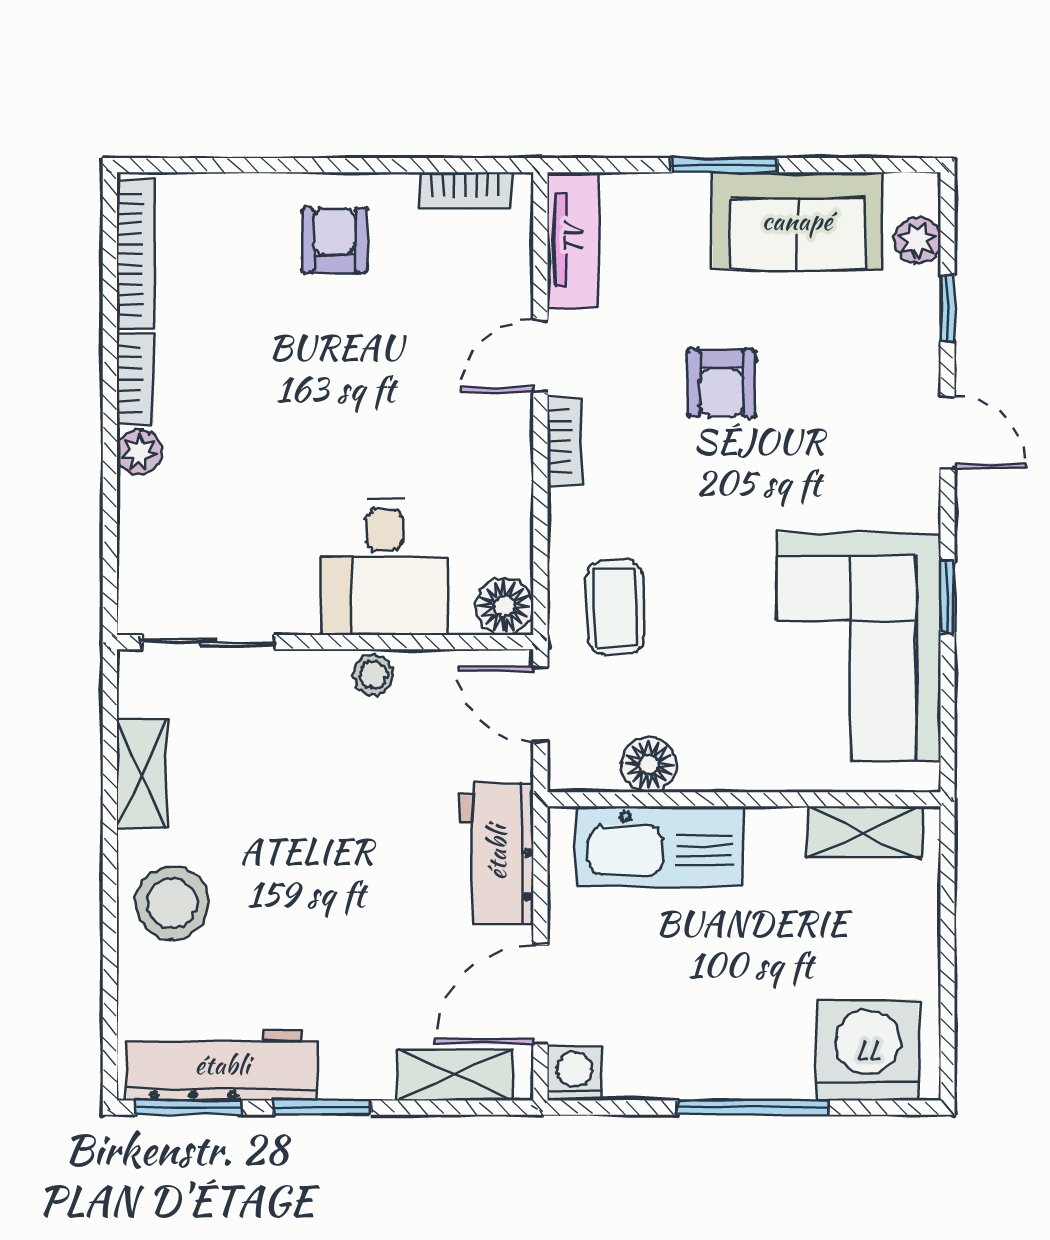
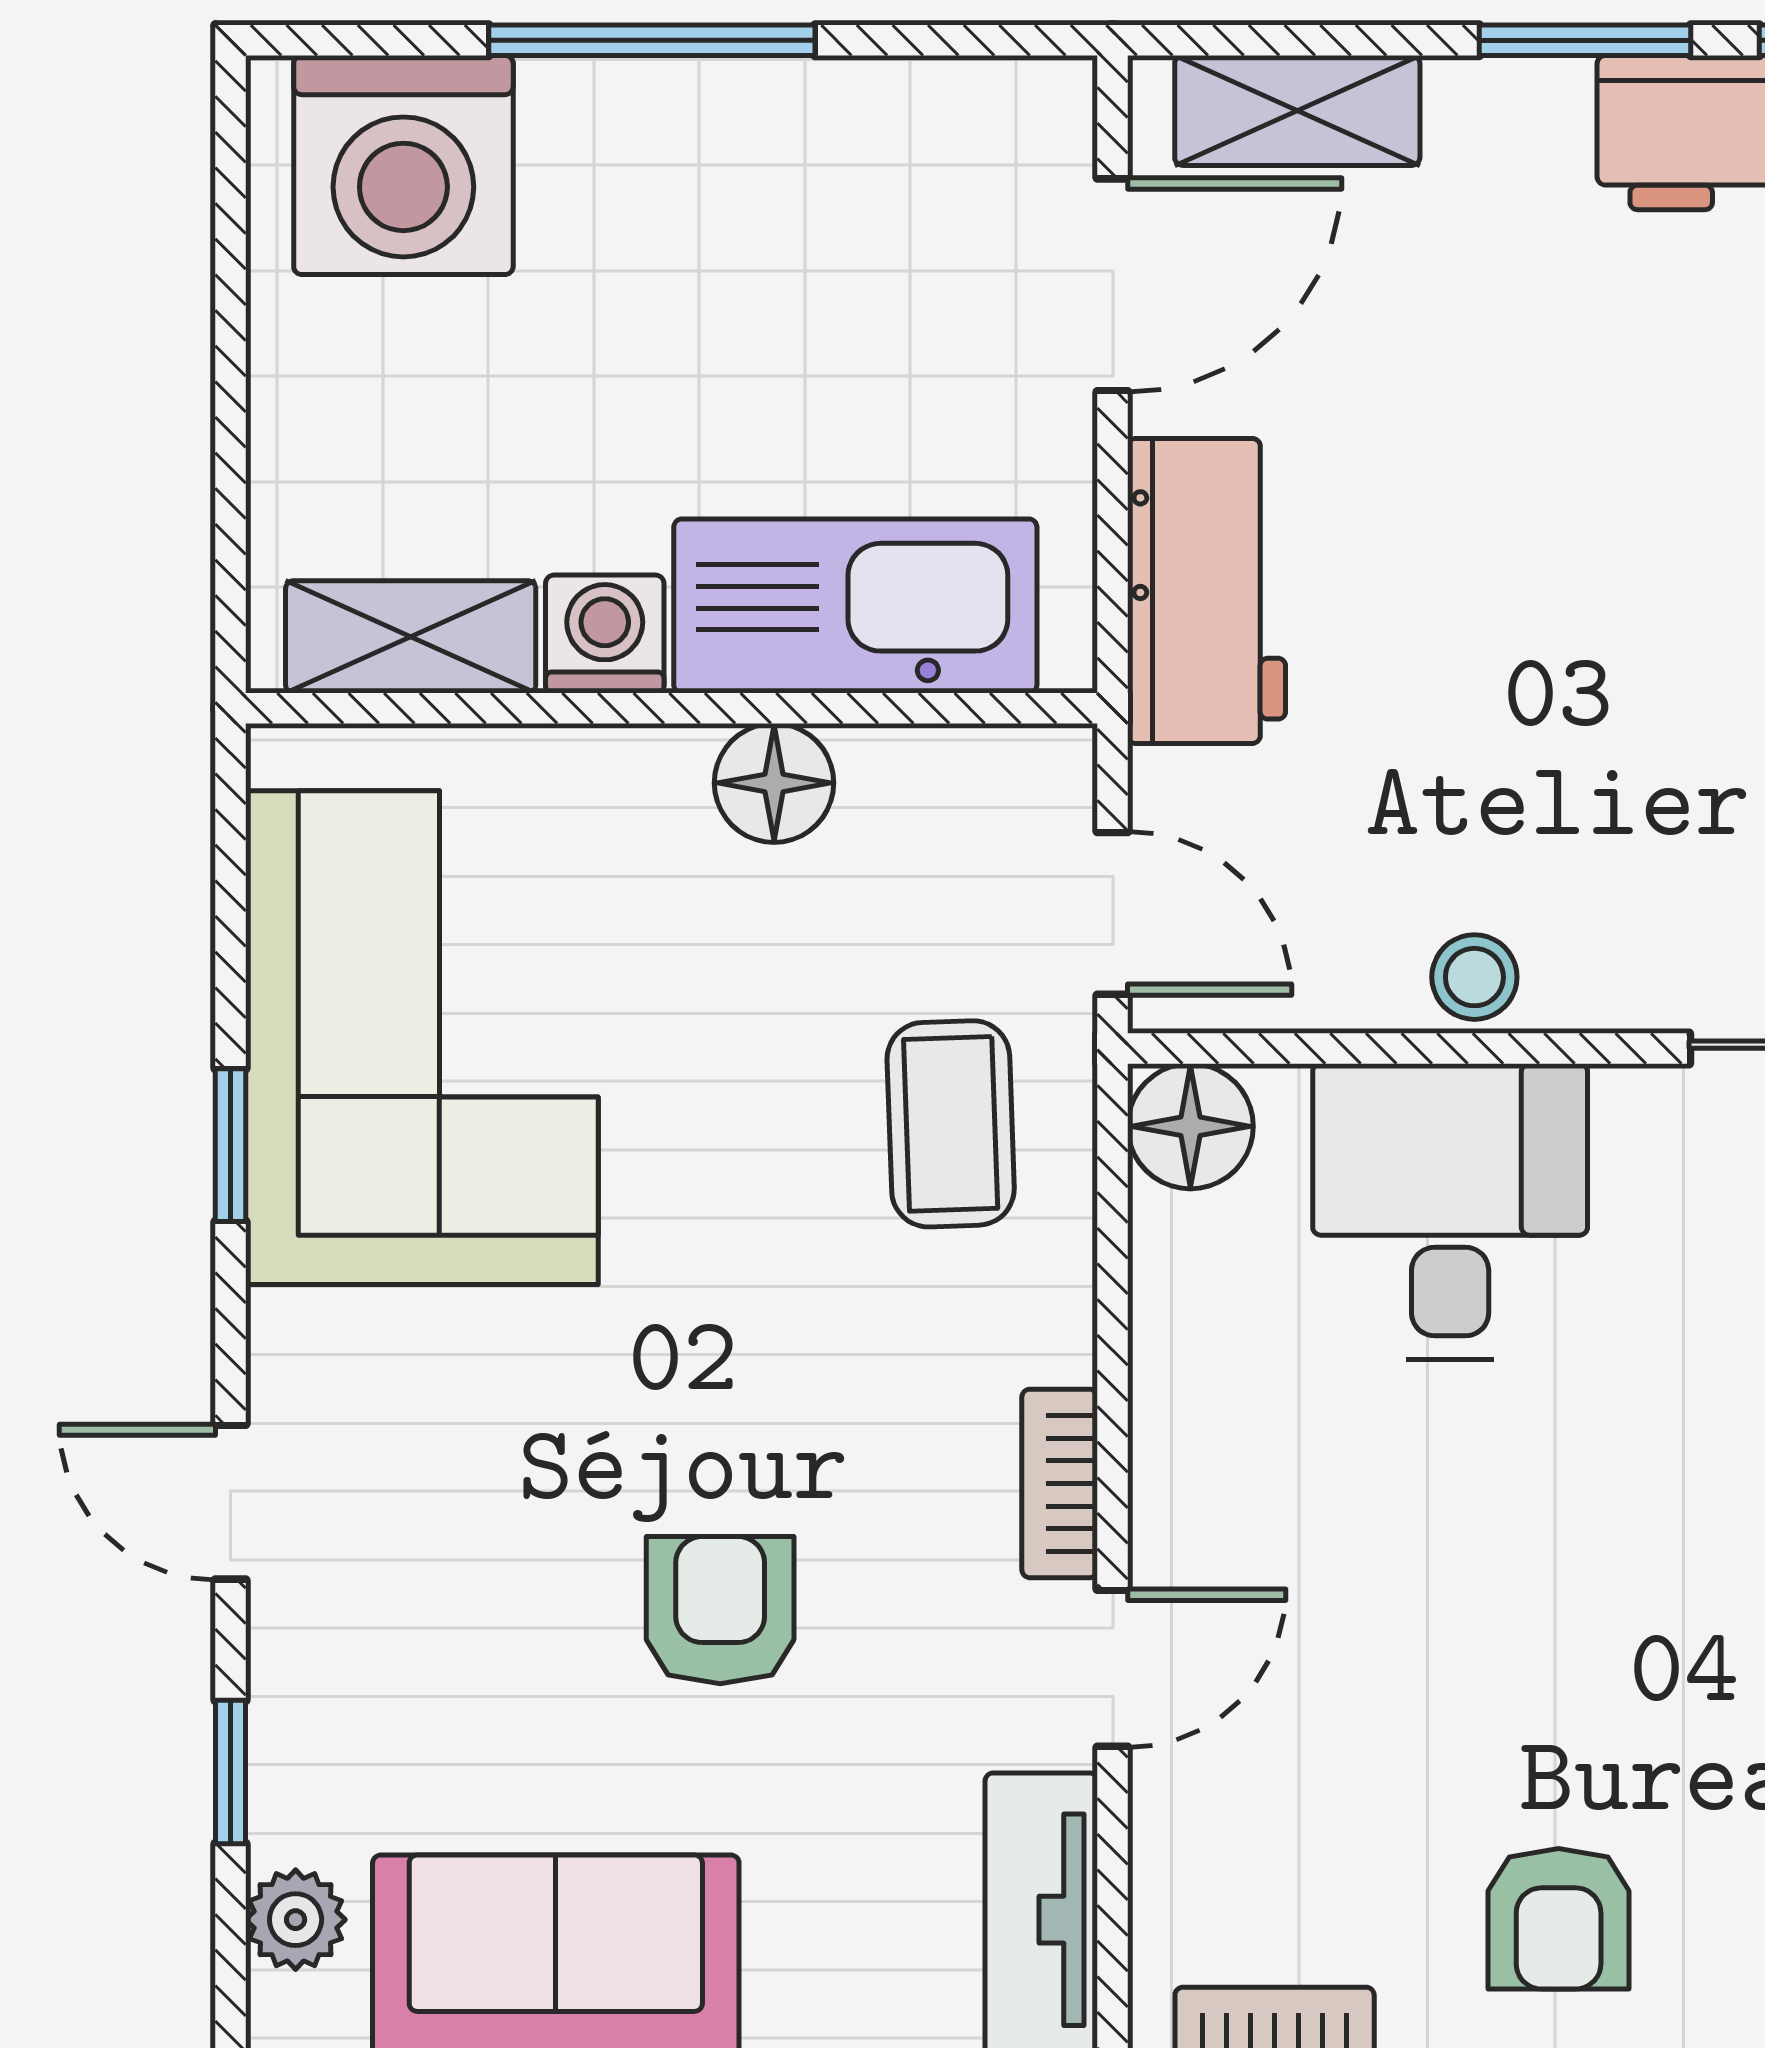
floor lamp: (649, 765) -> (774, 783), moved
washing machine: (575, 1073) -> (605, 634), moved, turned 180

